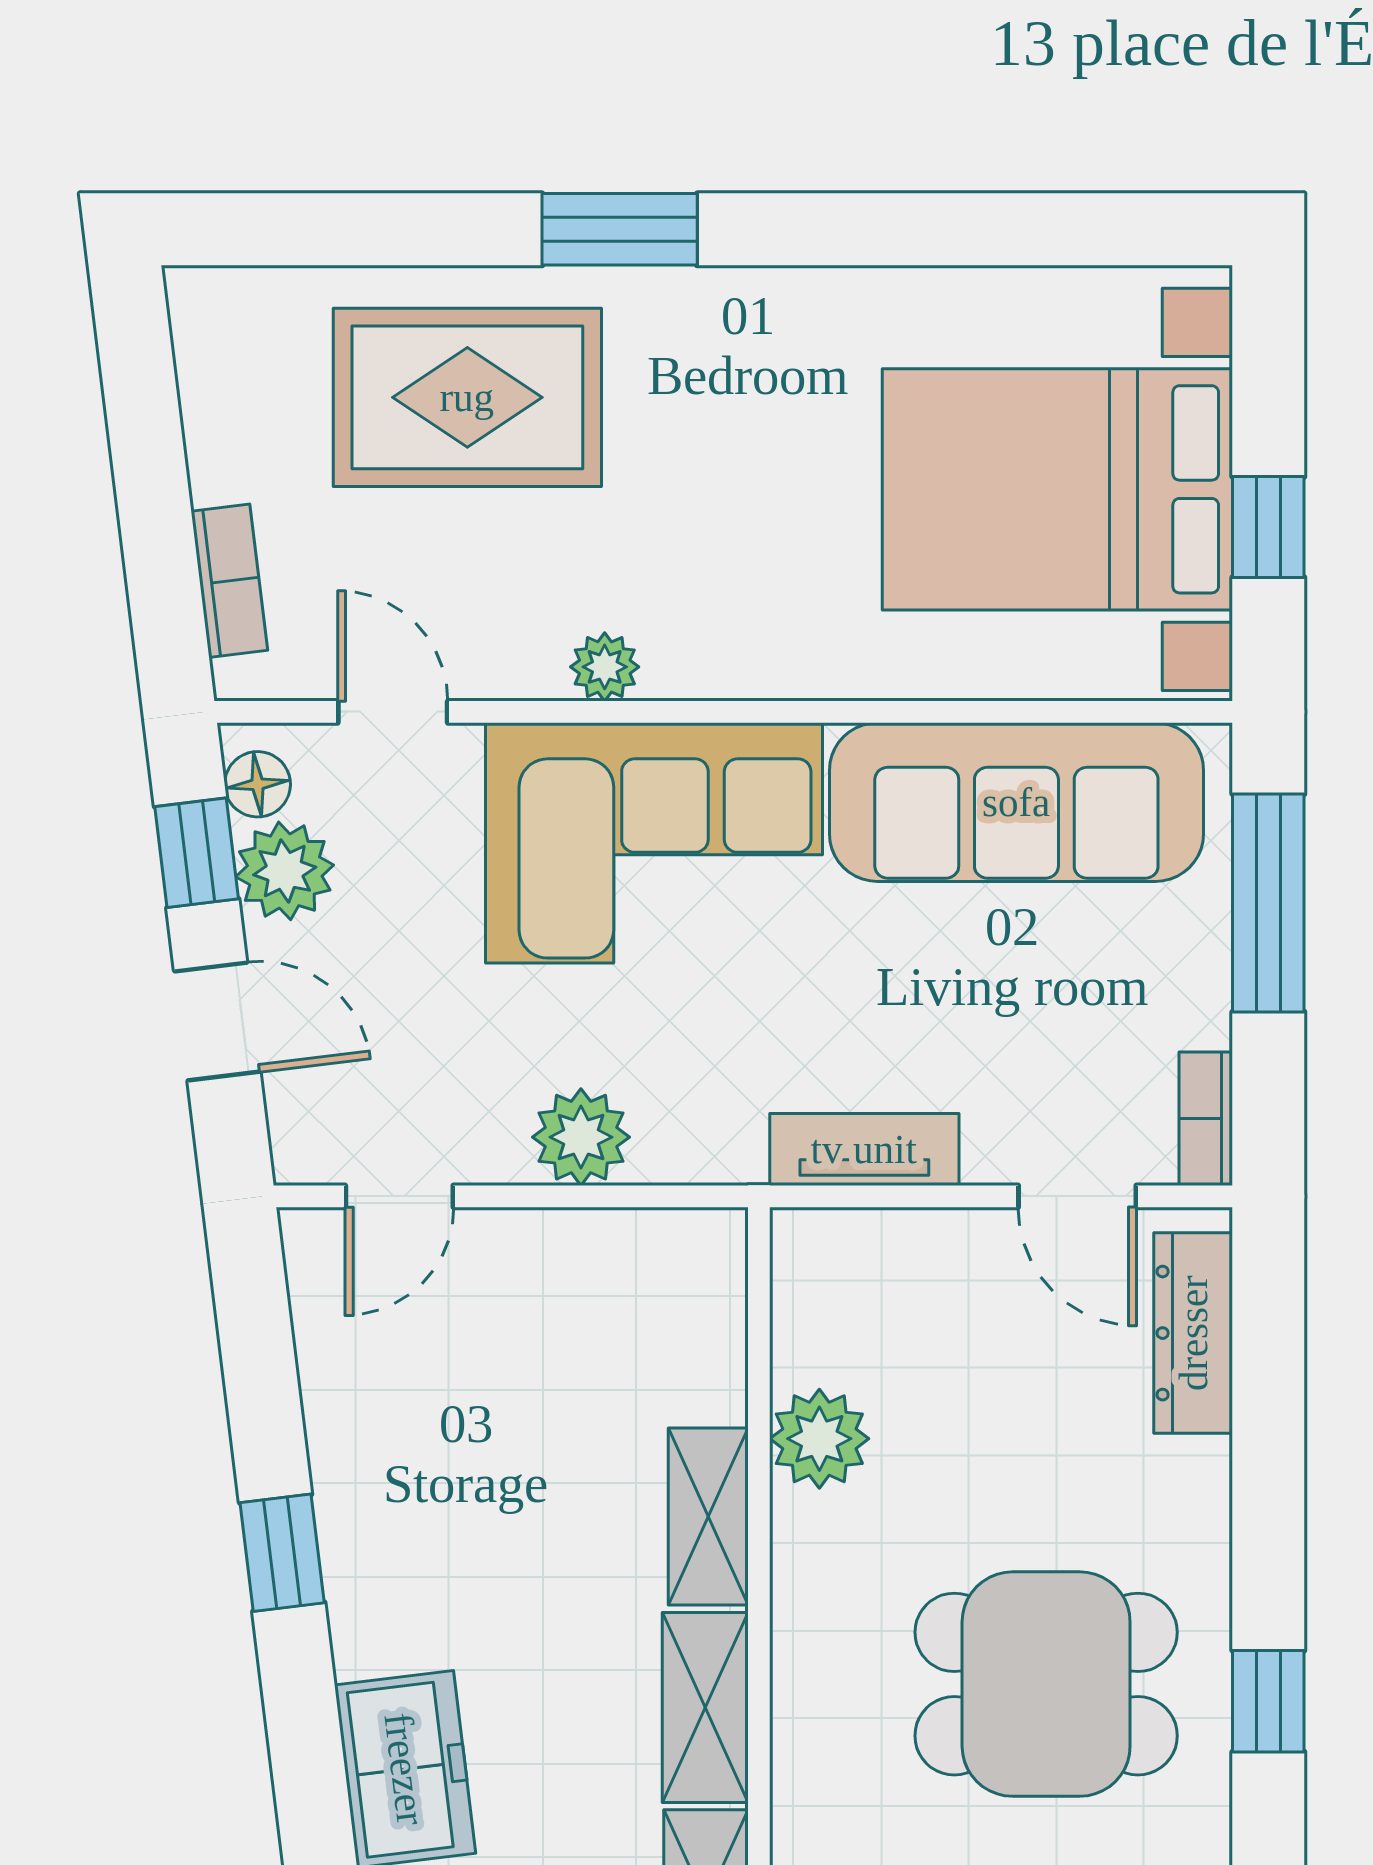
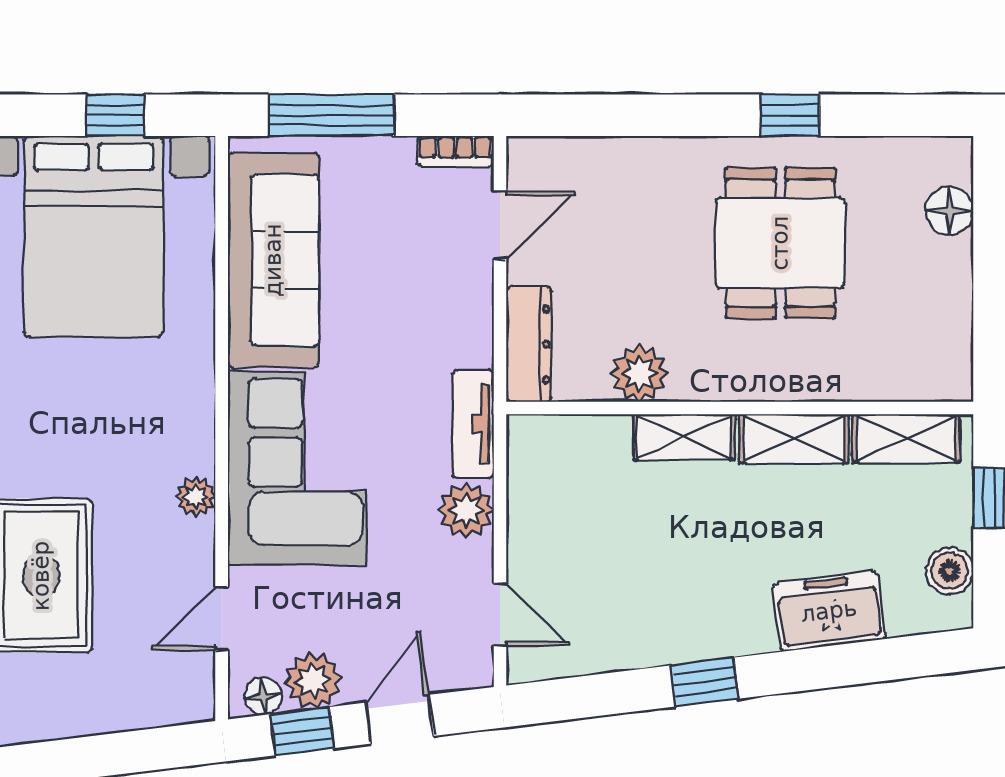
bookcase: (229, 581) -> (146, 712), removed
tv unit: (864, 1149) -> (473, 424), moved
dresser: (1193, 1333) -> (529, 344), moved, turned -90

